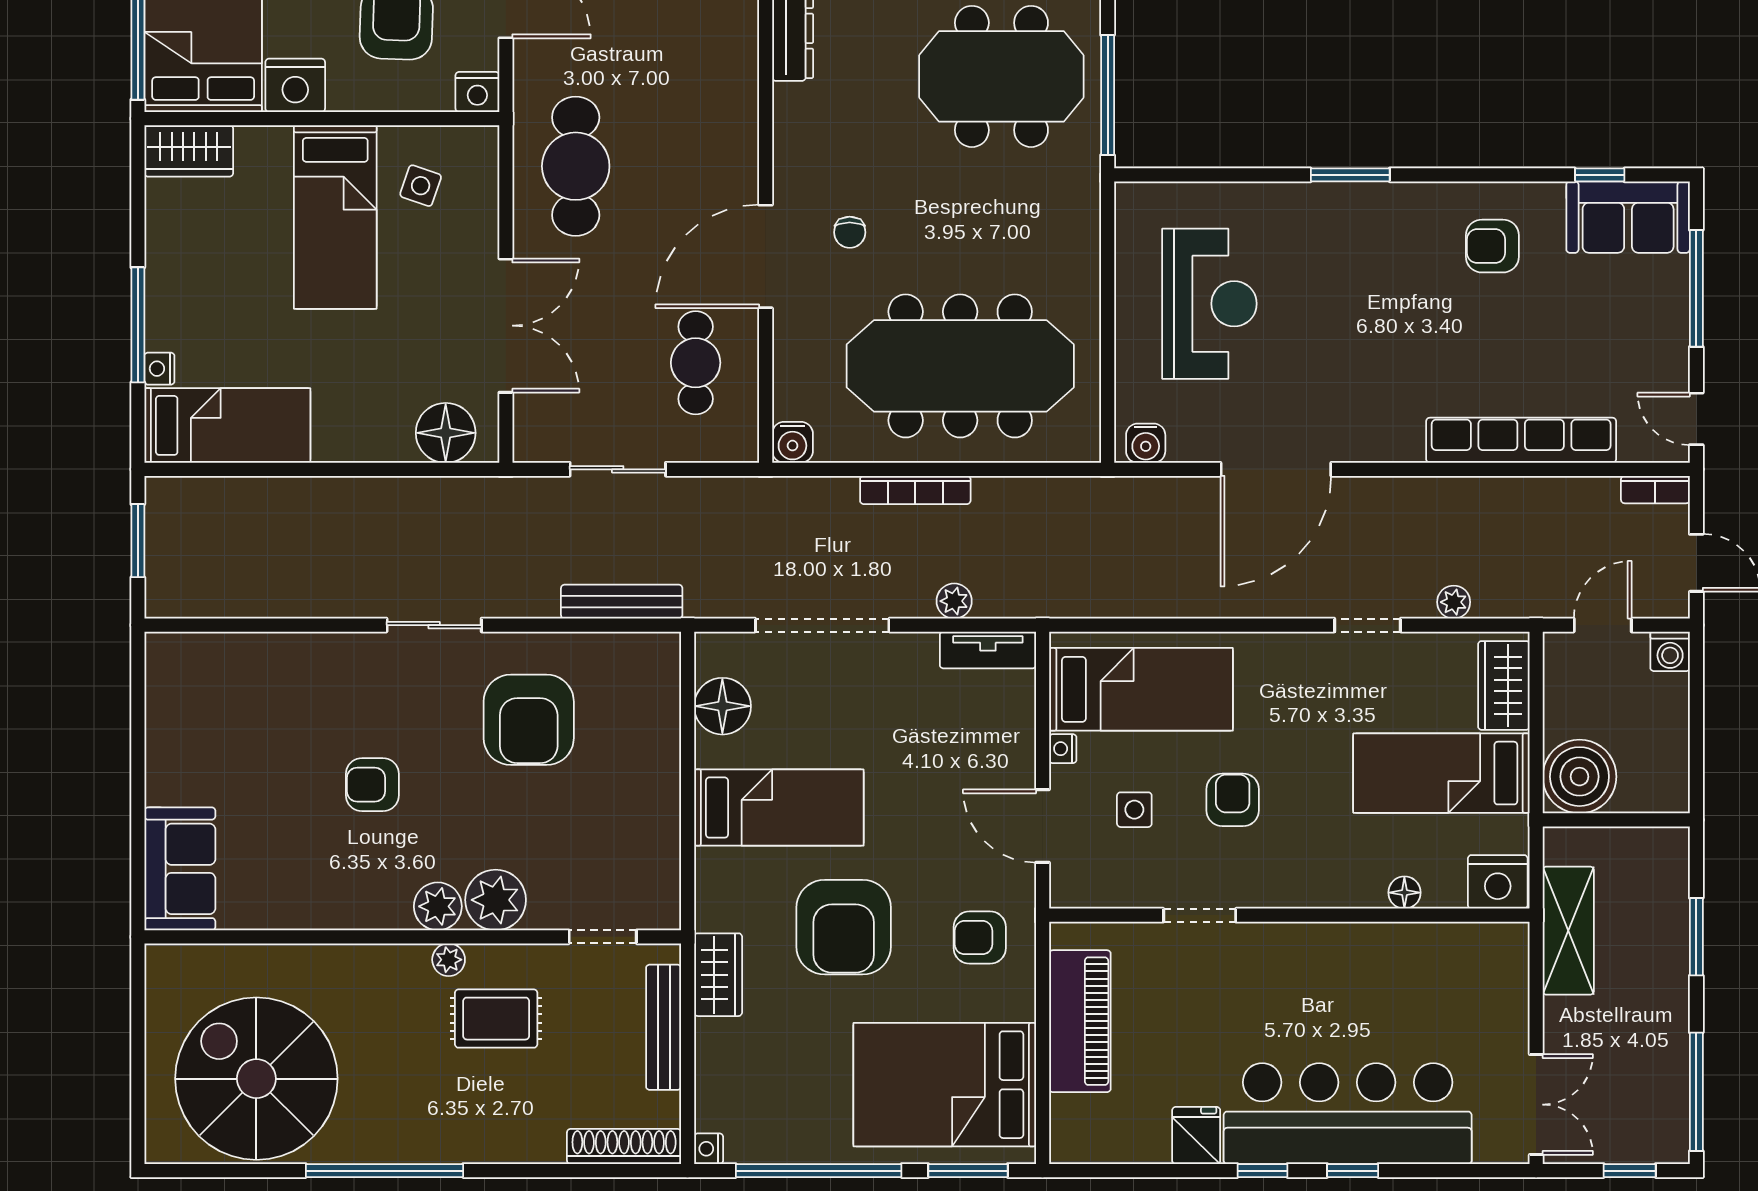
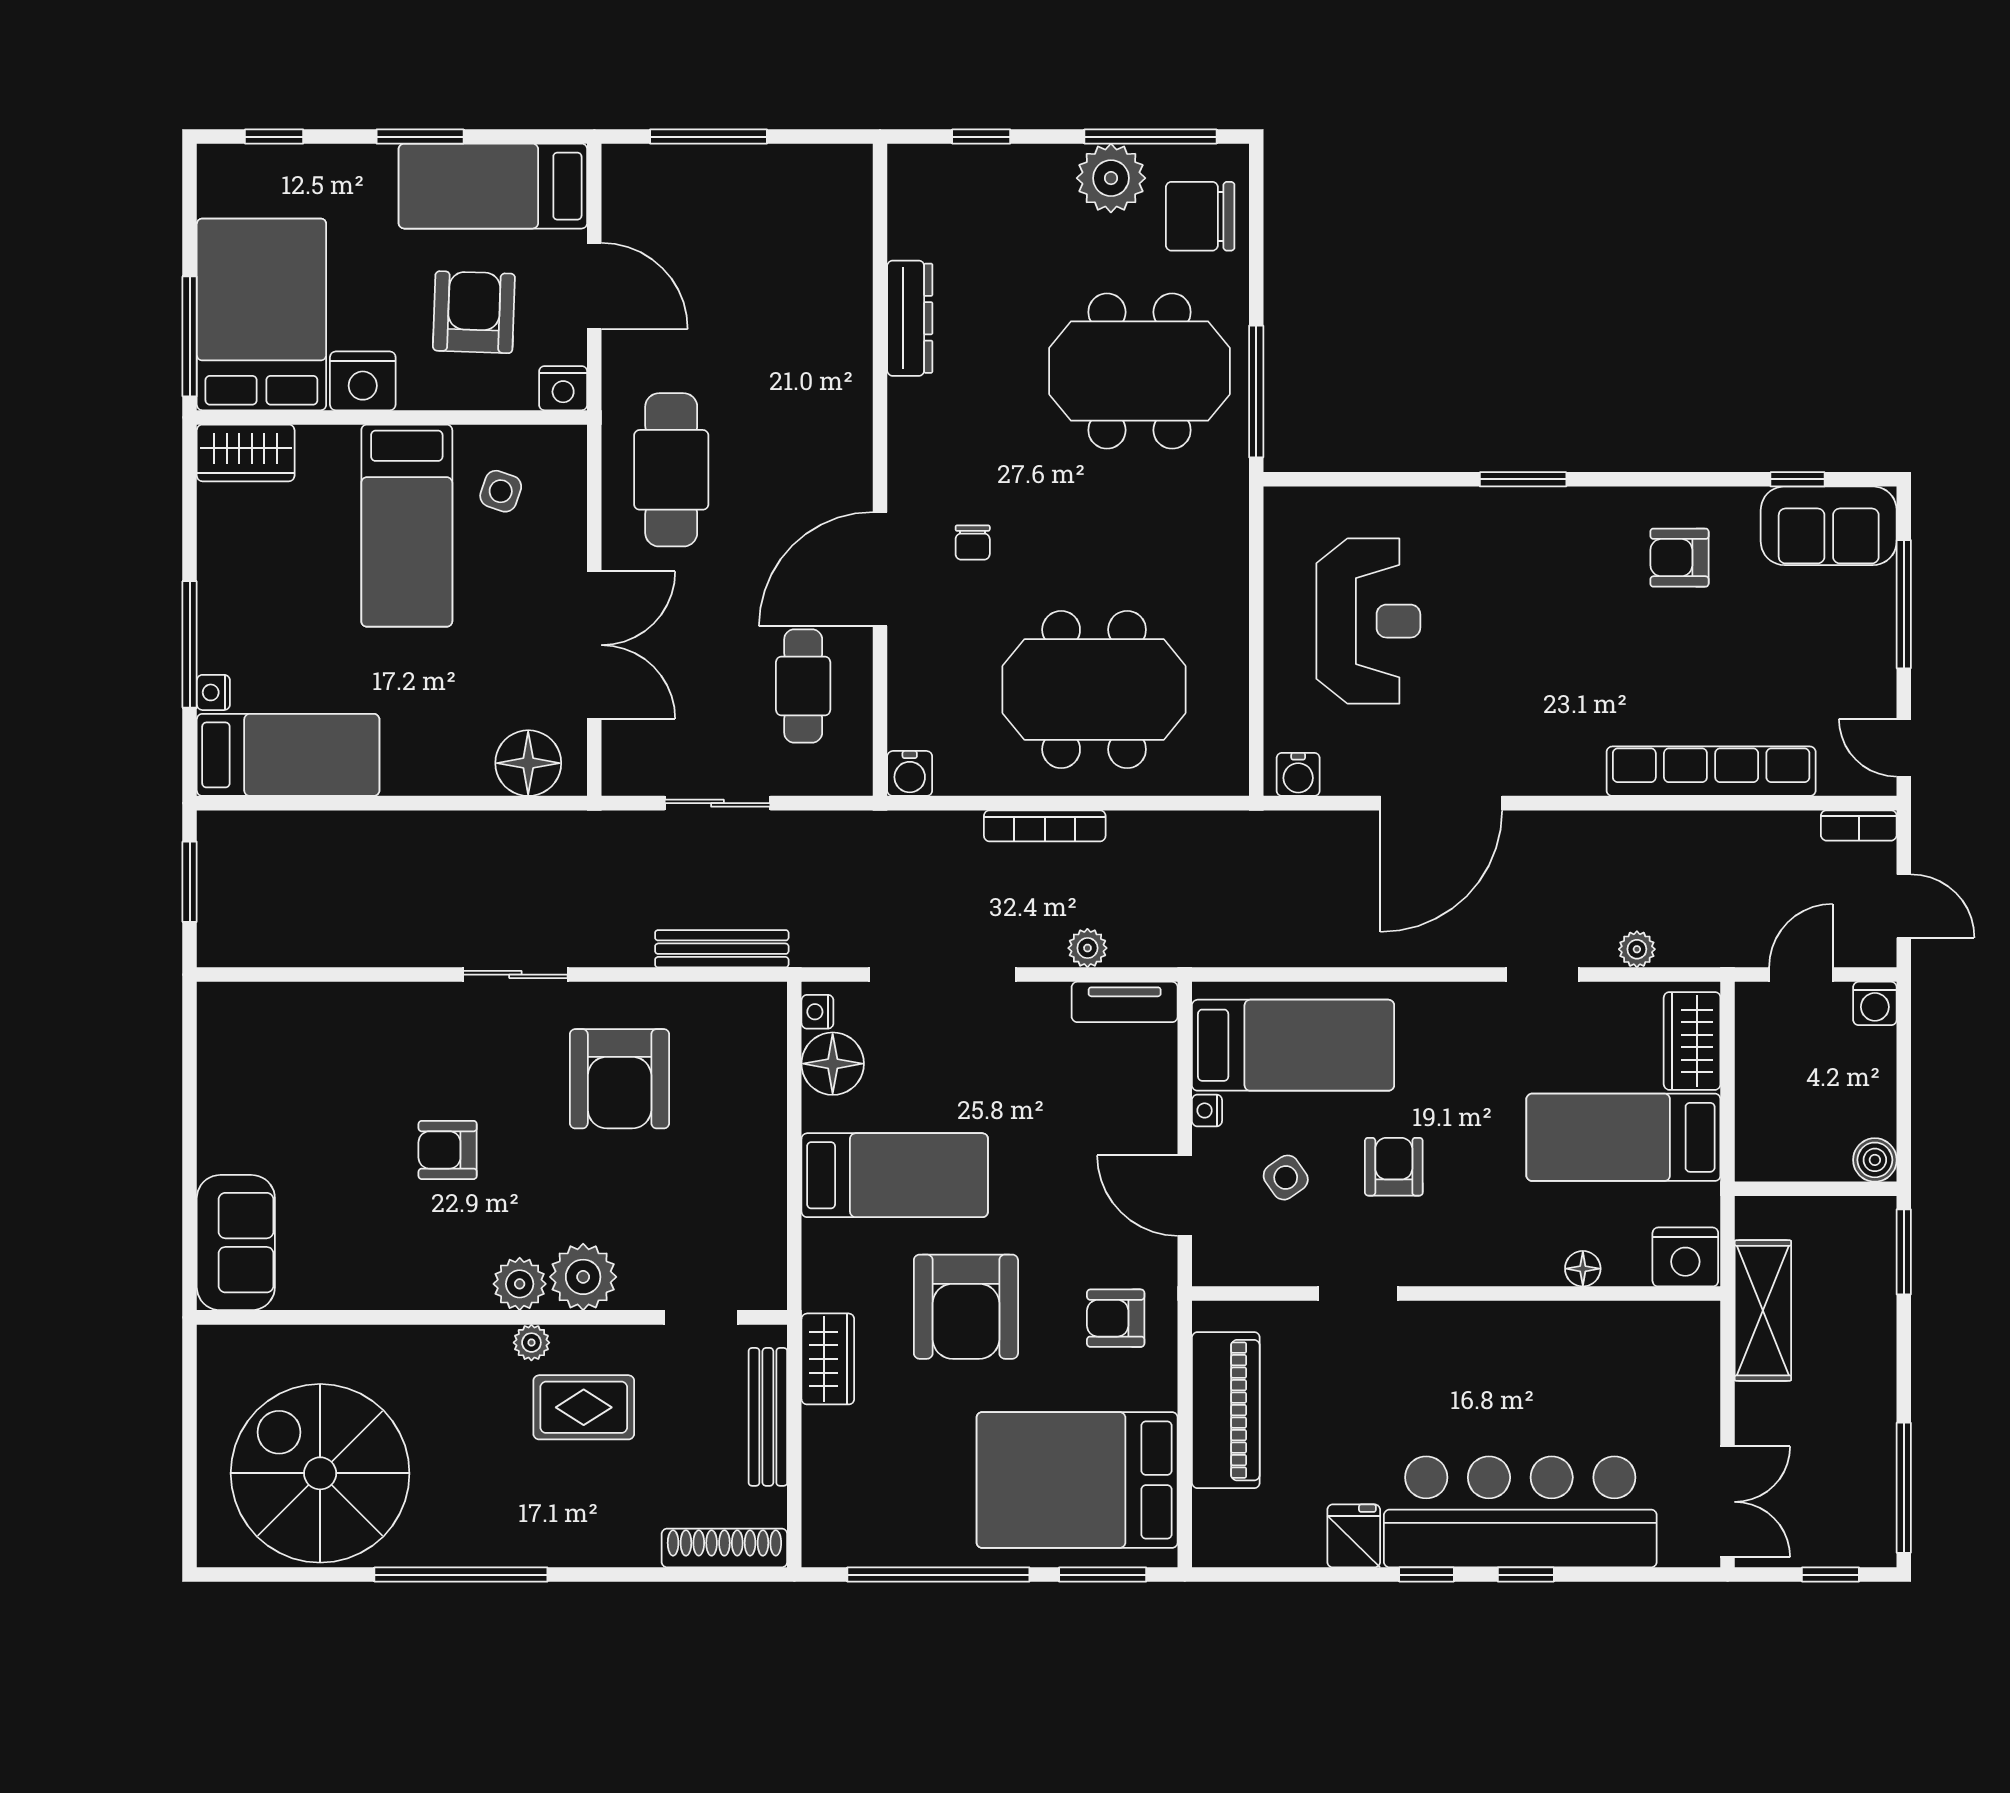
meeting table: (960, 366) -> (1094, 690), width x0.73
boiler: (1579, 777) -> (1875, 1160), moved, width x0.54, depth x0.54
side table: (1134, 810) -> (1286, 1178), turned -35
window: (1696, 937) -> (1904, 1252), moved
nightstand: (709, 1149) -> (817, 1012), moved

